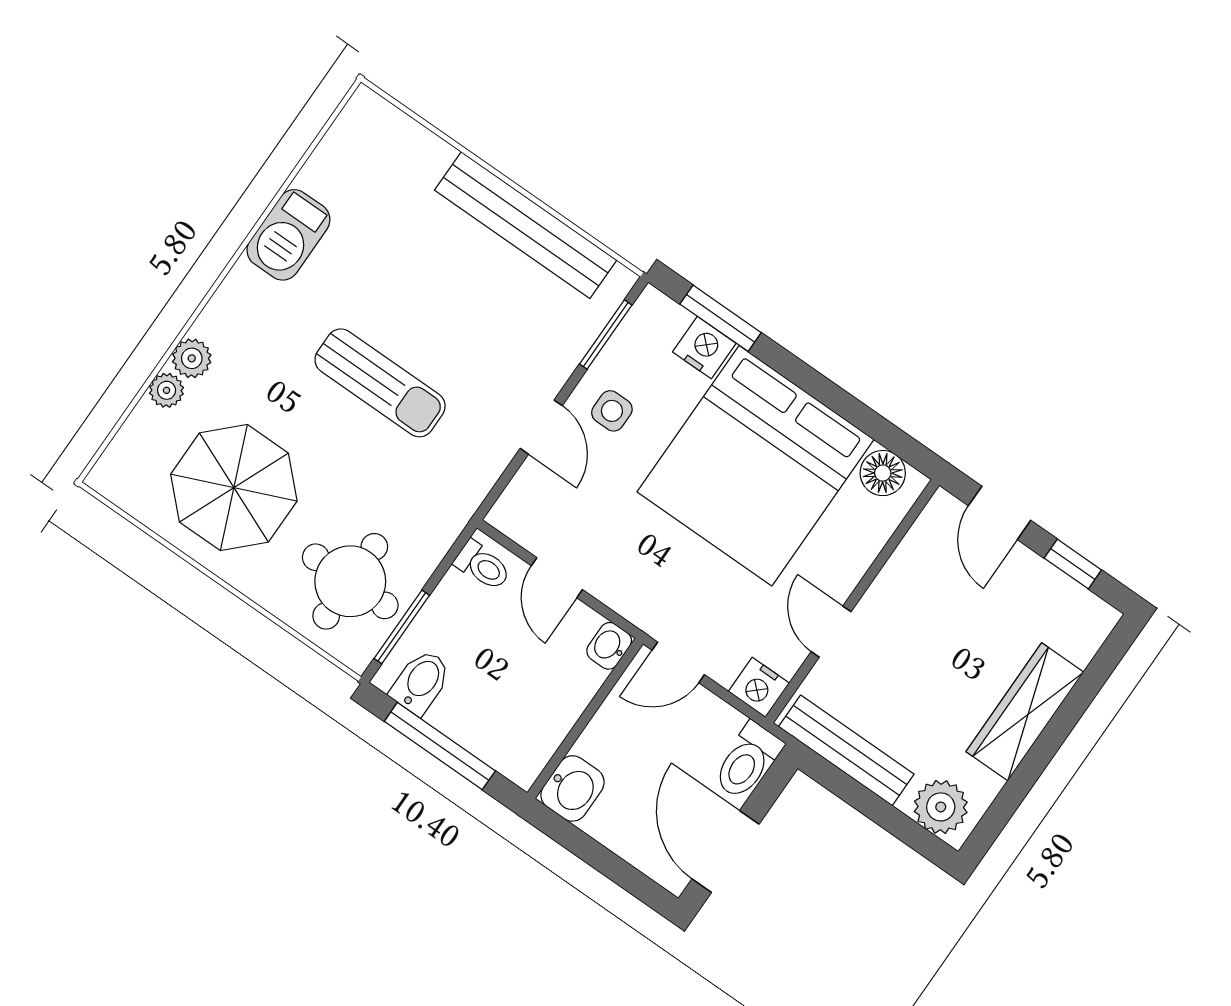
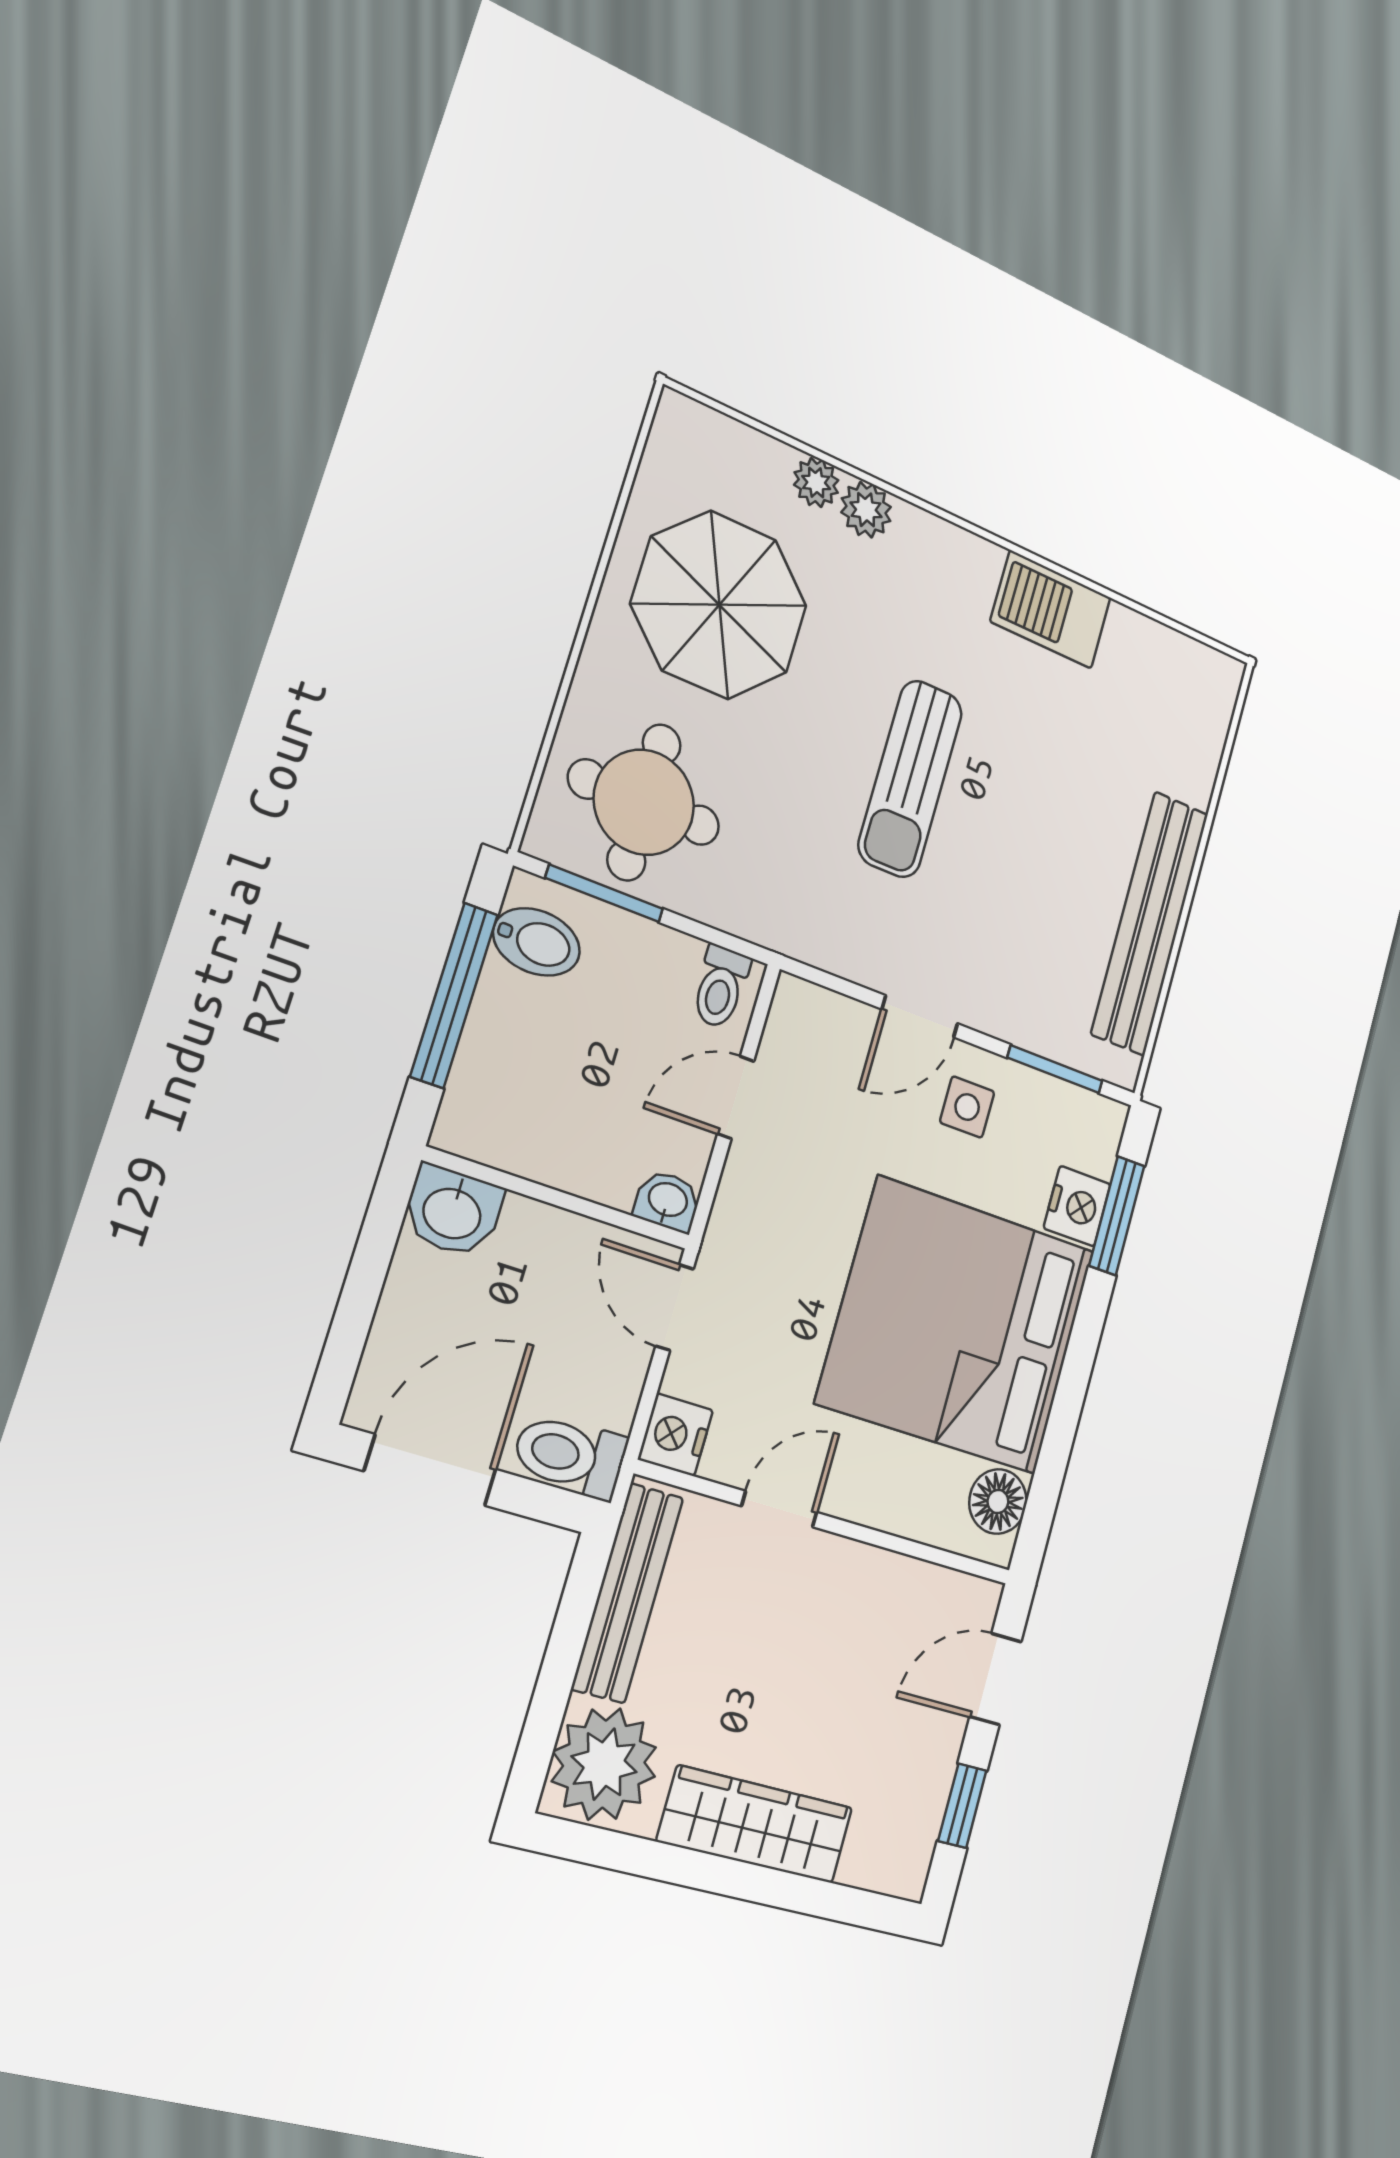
plant: (941, 807) -> (604, 1764), width x1.36, depth x1.36

